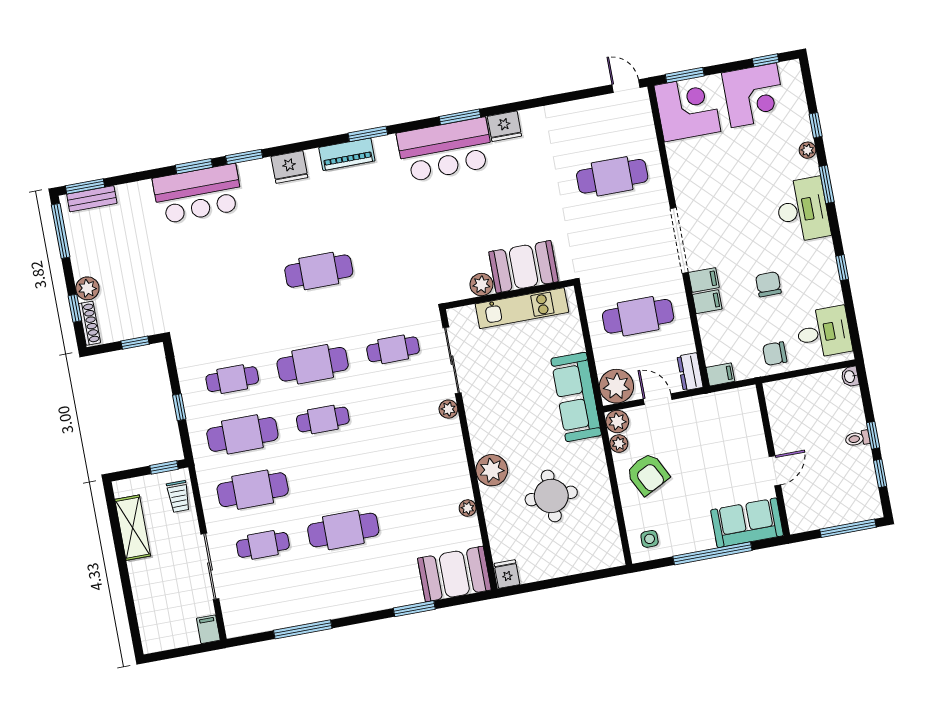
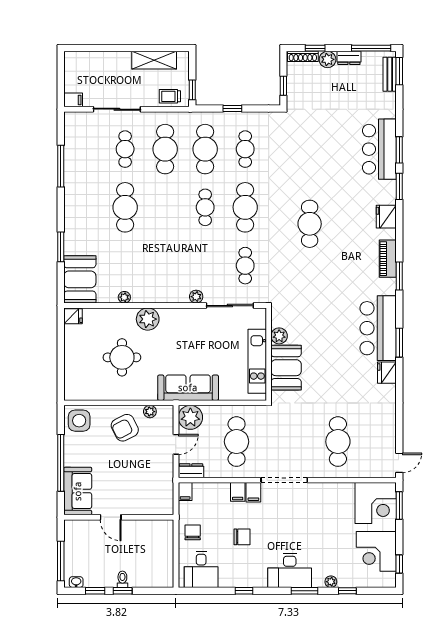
dresser: (80, 259) -> (349, 58), added
washbasin: (850, 377) -> (76, 582), moved
plant: (617, 421) -> (166, 413), removed
side table: (650, 539) -> (79, 421), width x1.87, depth x1.87

